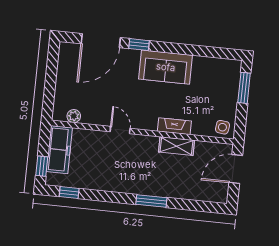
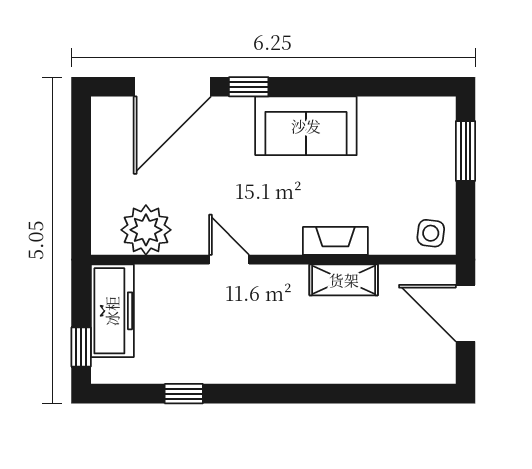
plant: (74, 116) -> (146, 230), width x1.88, depth x1.88
door: (236, 169) -> (466, 313), hinge flipped
window: (69, 193) -> (184, 394), moved
window: (151, 201) -> (305, 394), removed

